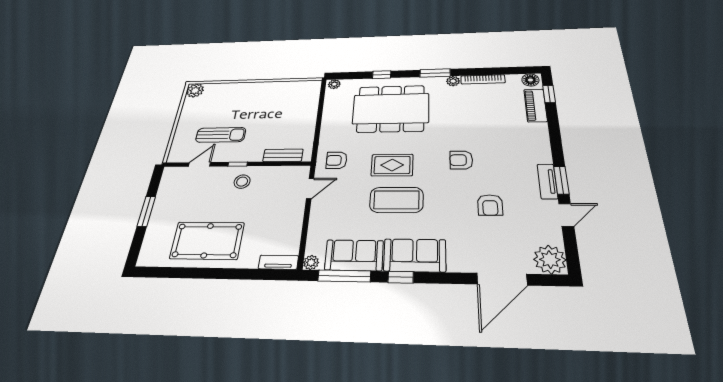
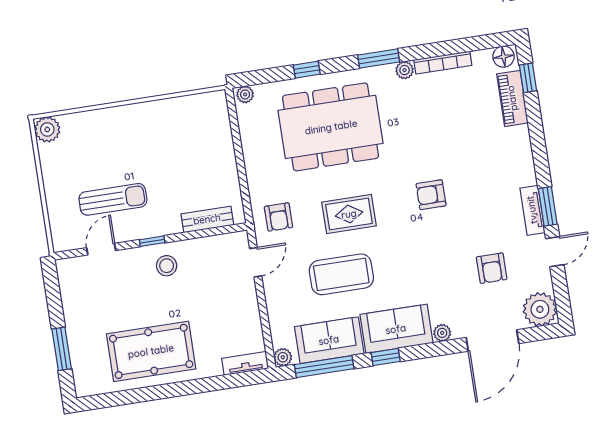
armchair: (337, 160) -> (278, 217), turned -90
coffee table: (396, 200) -> (341, 274), moved
armchair: (490, 205) -> (492, 268), moved
window: (146, 211) -> (62, 349), moved
plant: (455, 265) -> (442, 333), added

